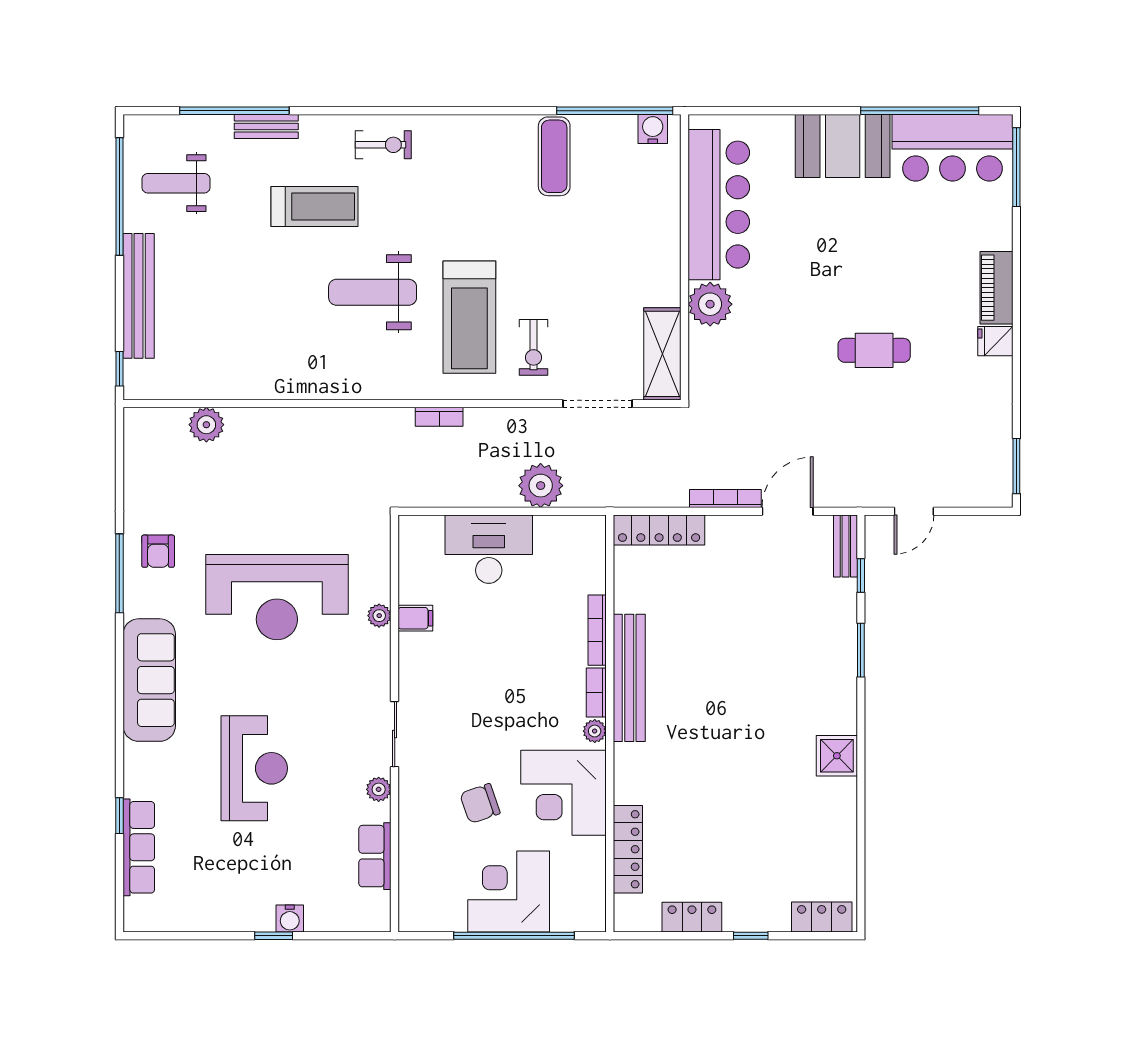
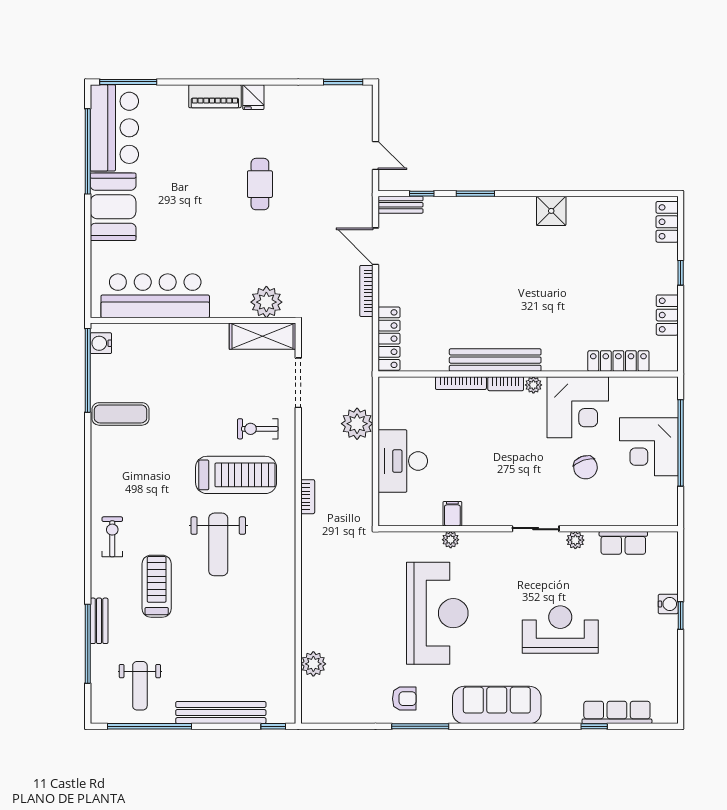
plant: (710, 304) -> (266, 302), moved
exercise bike: (534, 347) -> (258, 429), turned 180

